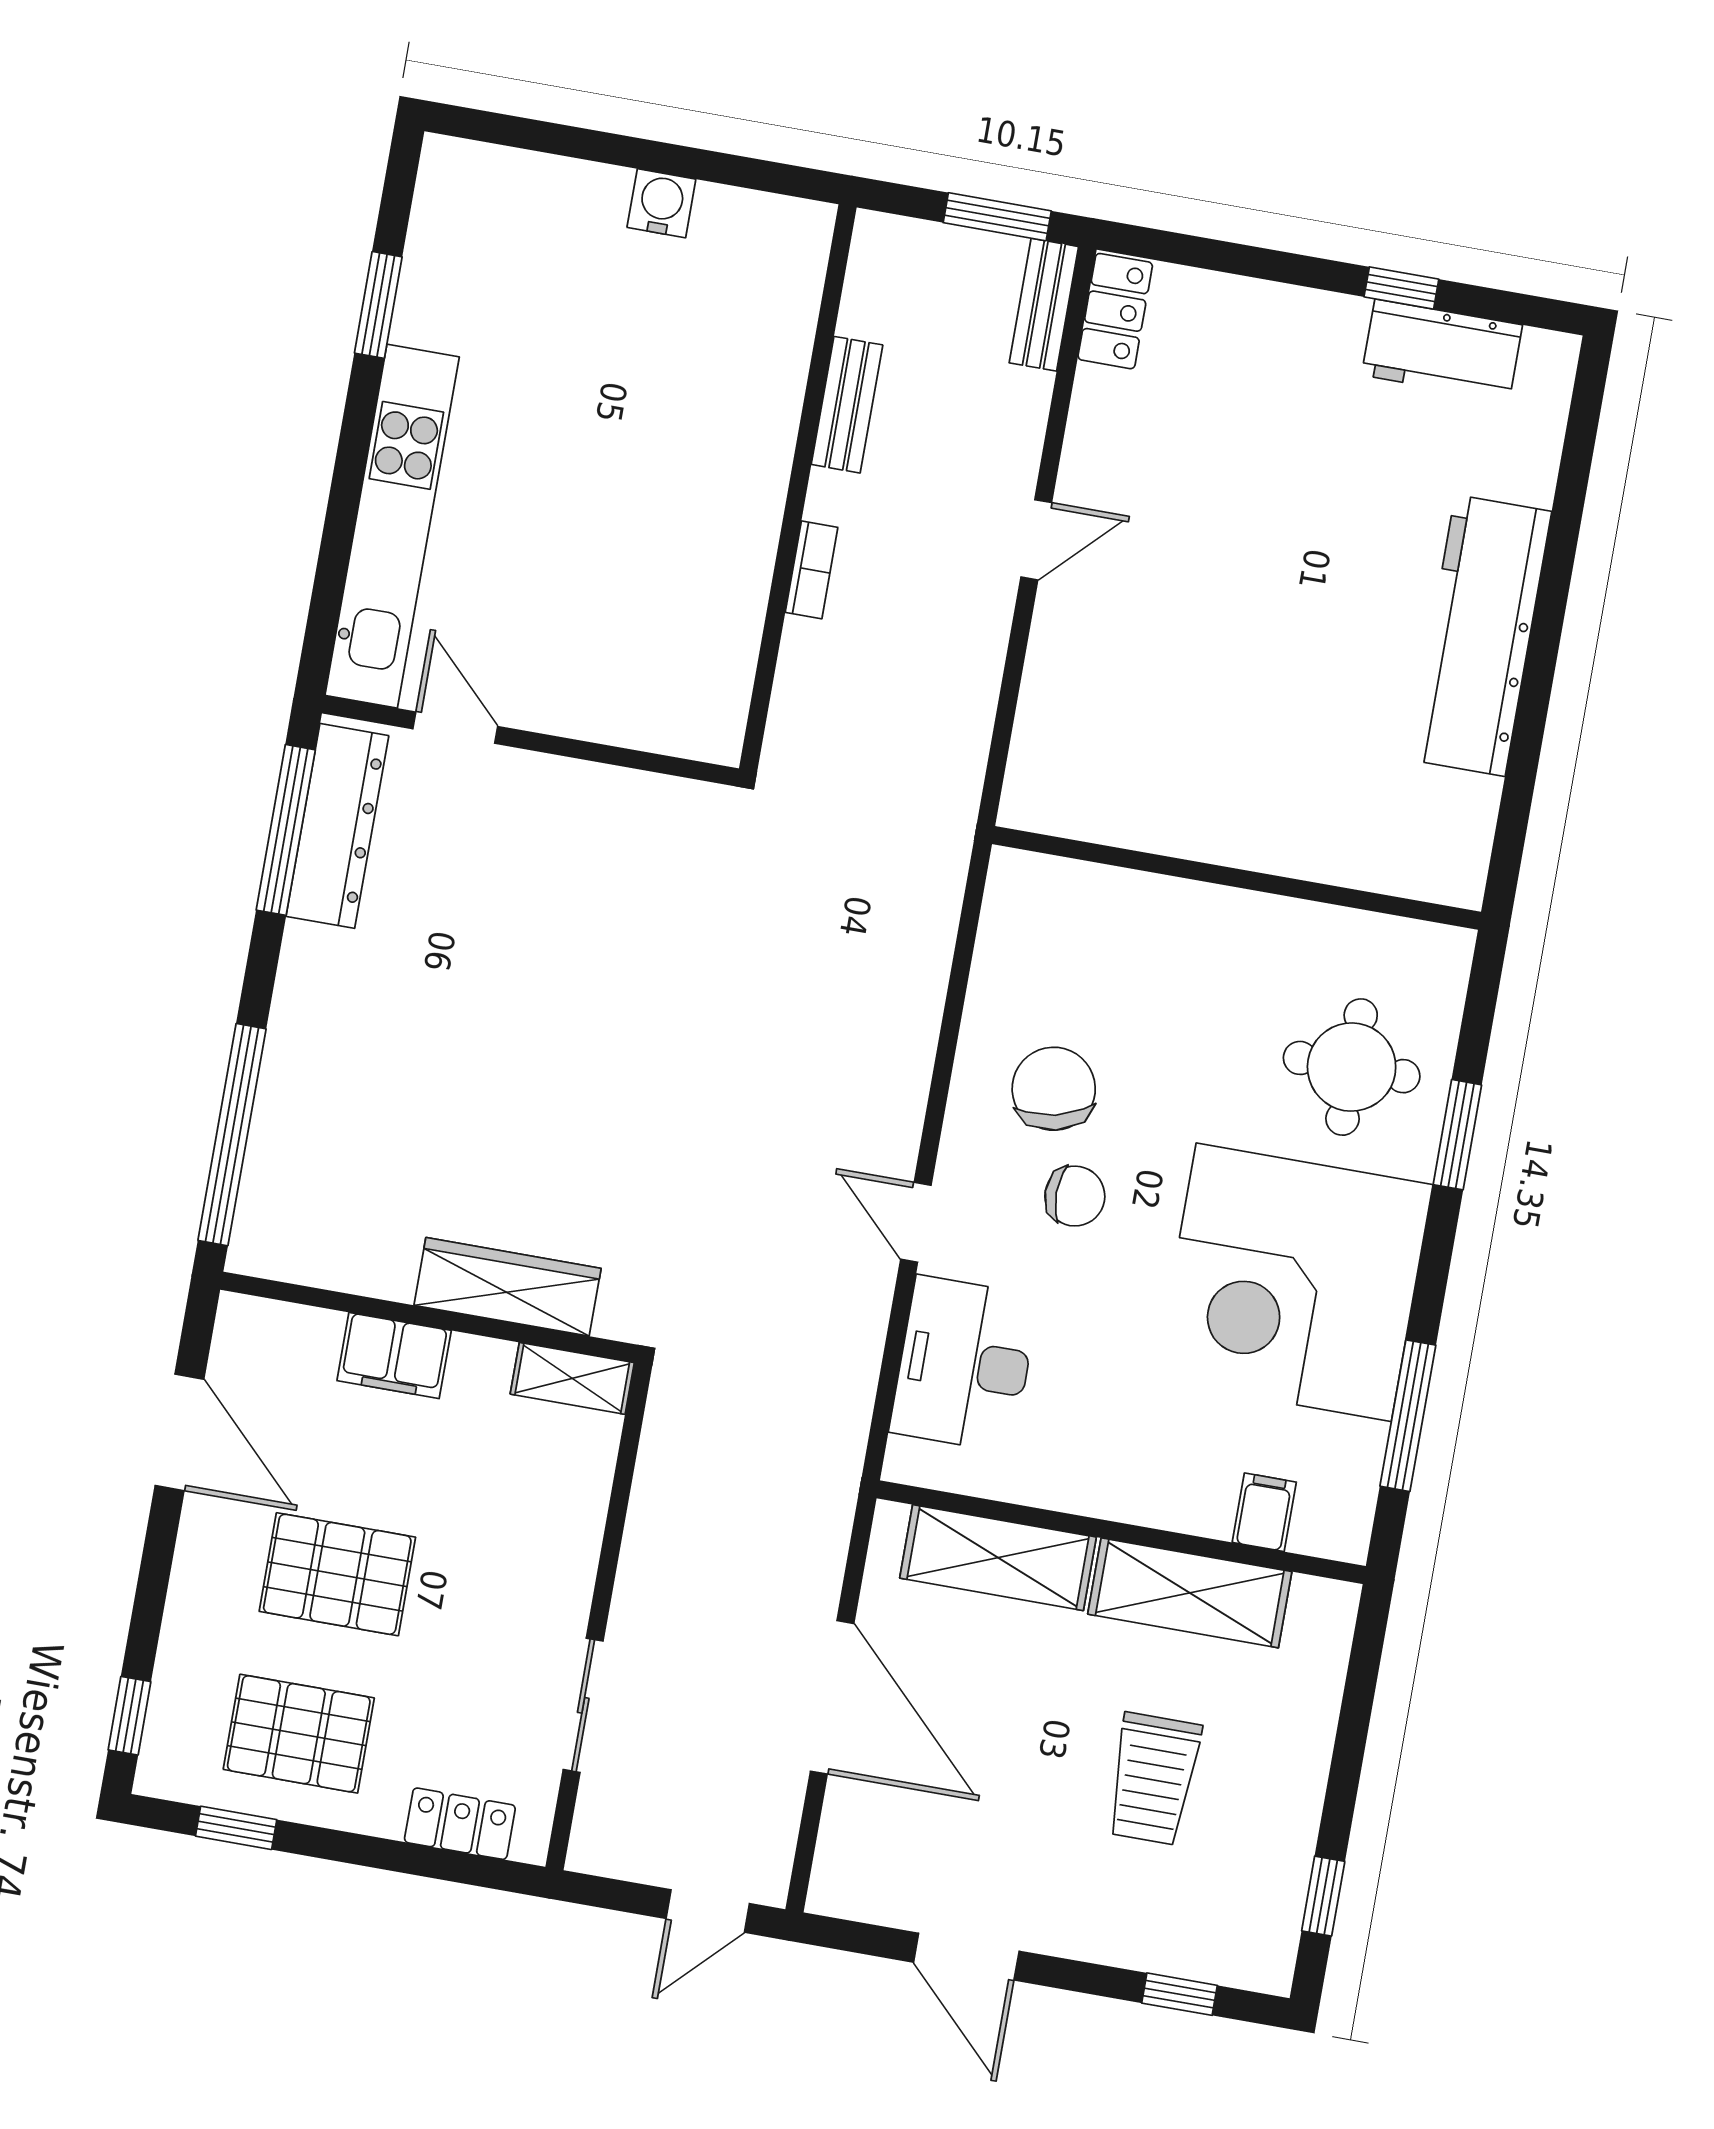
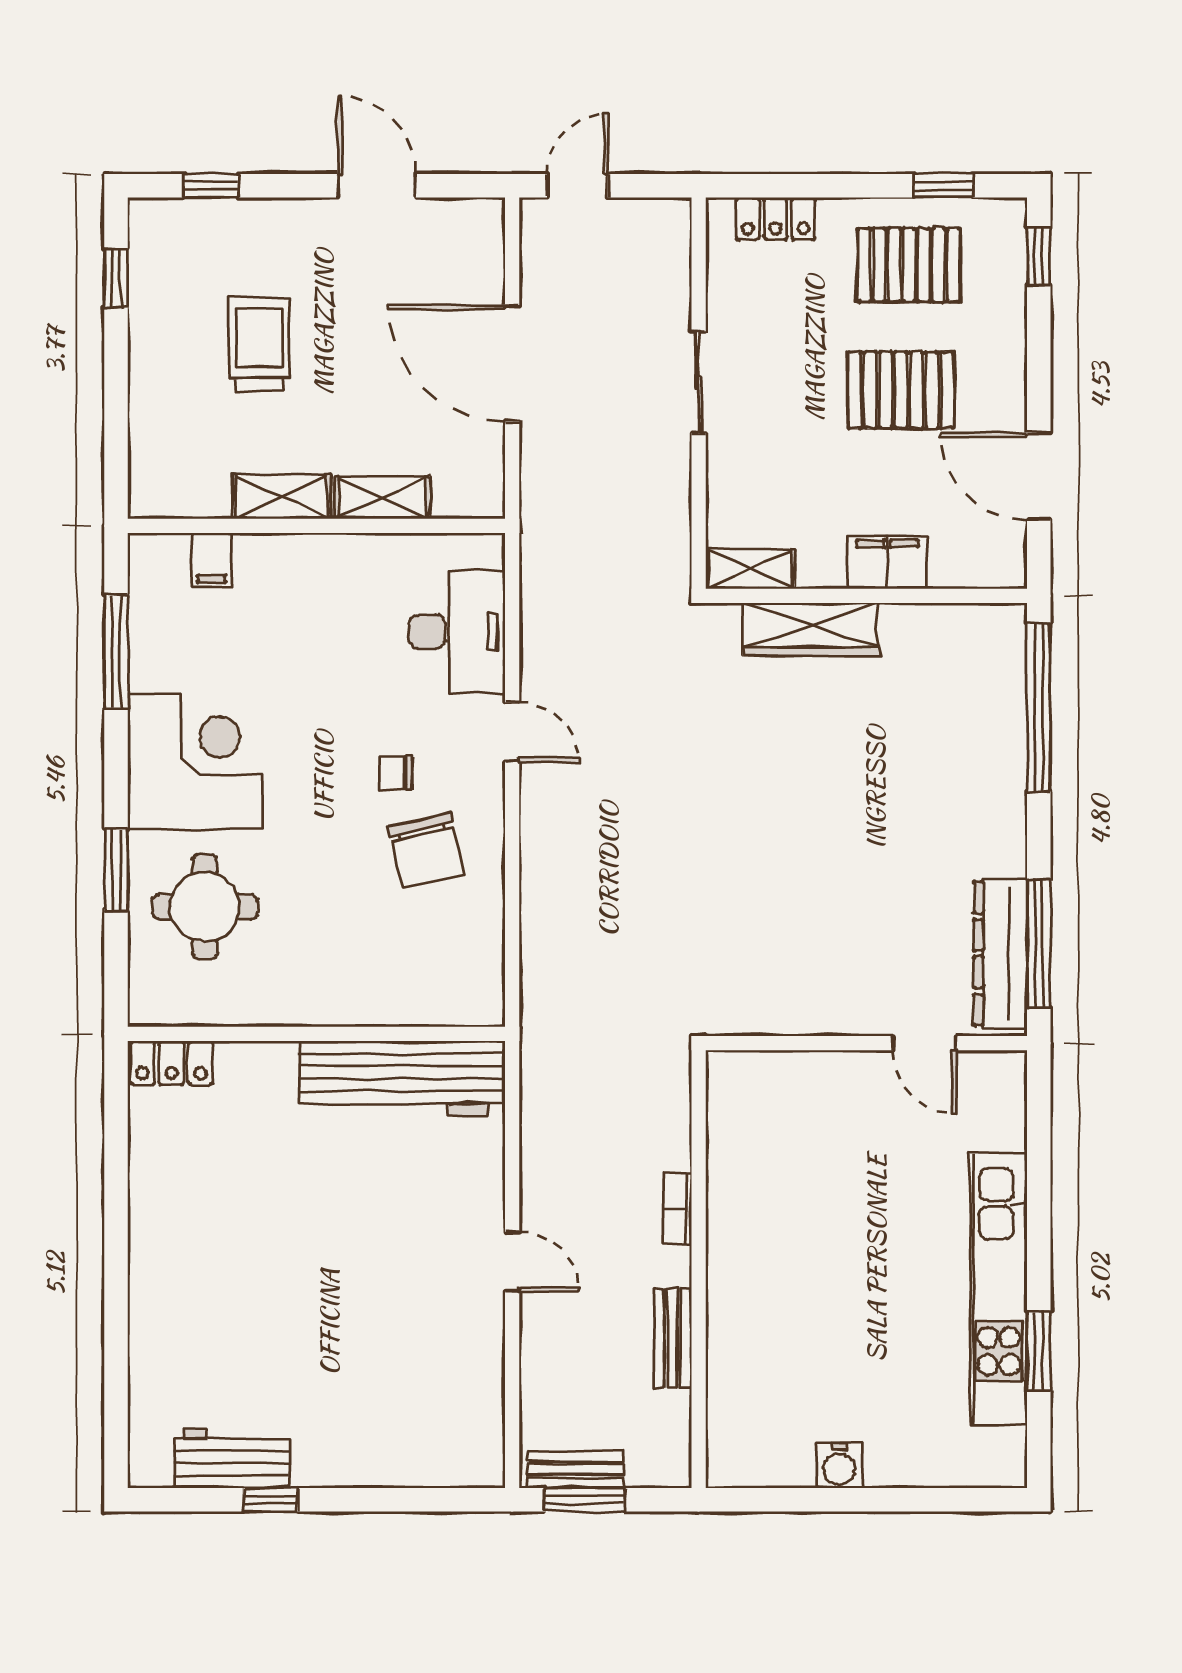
bench: (1044, 305) -> (575, 1470), moved, turned 90
locker: (1115, 311) -> (171, 1063), moved, turned -90
kitchen unit: (392, 526) -> (999, 1288), moved
door: (1036, 540) -> (512, 1262), swing flipped
workbench: (1480, 635) -> (402, 1078), moved, turned 90
chair: (1075, 1196) -> (396, 773), width x0.73, depth x0.73
corner desk: (1294, 1282) -> (195, 761), width x0.74, depth x0.74
shelving: (998, 1558) -> (382, 498), width x0.67, depth x0.75
shelving: (1190, 1593) -> (281, 497), width x0.67, depth x0.75
sliding door: (583, 1705) -> (699, 382), moved

